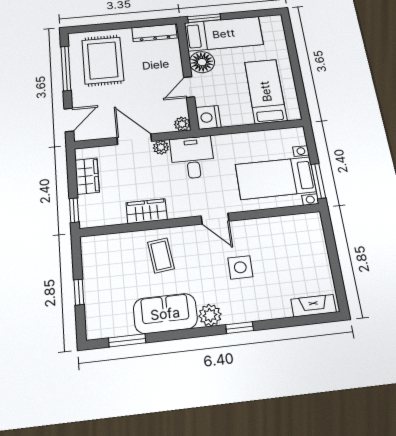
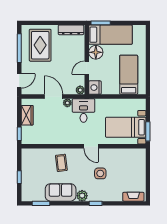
wardrobe: (147, 211) -> (56, 138), removed

